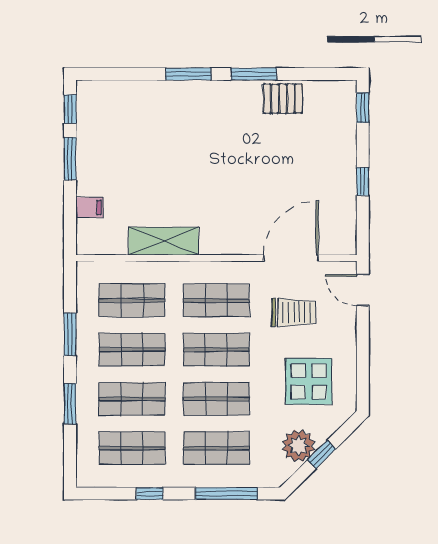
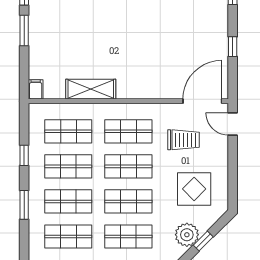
filing cabinet: (89, 208) -> (36, 89), moved, turned -90
door: (291, 258) -> (202, 101), moved
window: (70, 334) -> (24, 155), width x0.67

